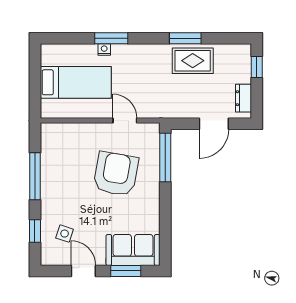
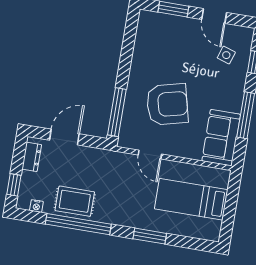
window: (185, 38) -> (78, 224), width x2.11
nightstand: (104, 49) -> (36, 206), moved
armchair: (116, 174) -> (167, 104), turned -114
sofa: (133, 250) -> (221, 138), moved, turned 90

